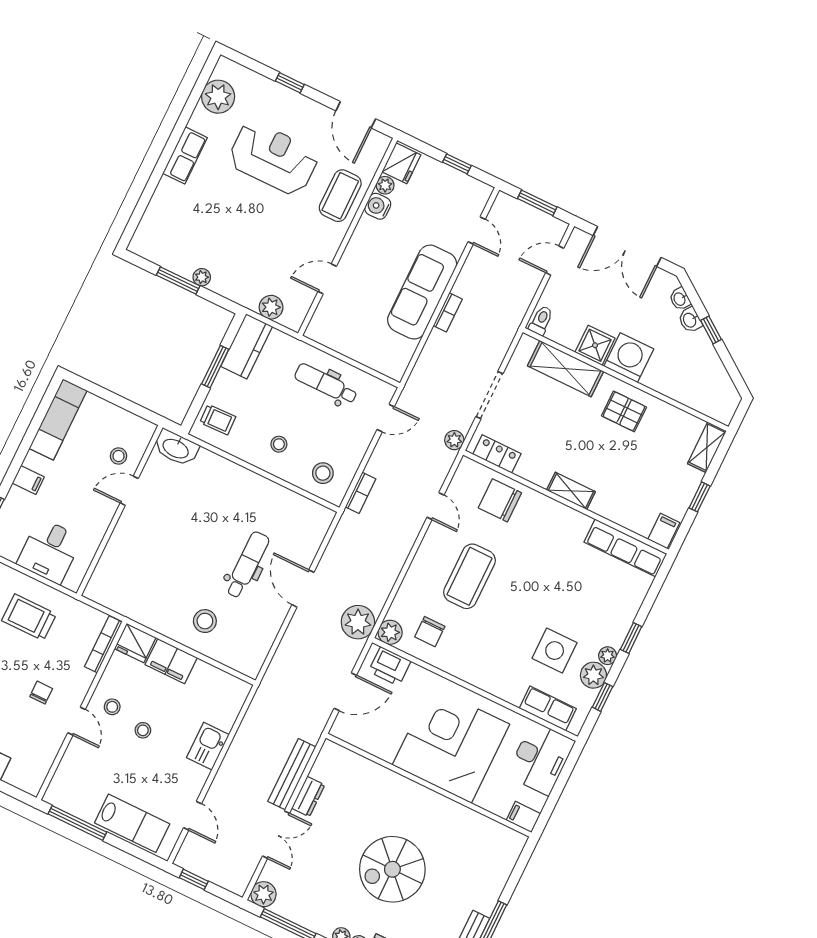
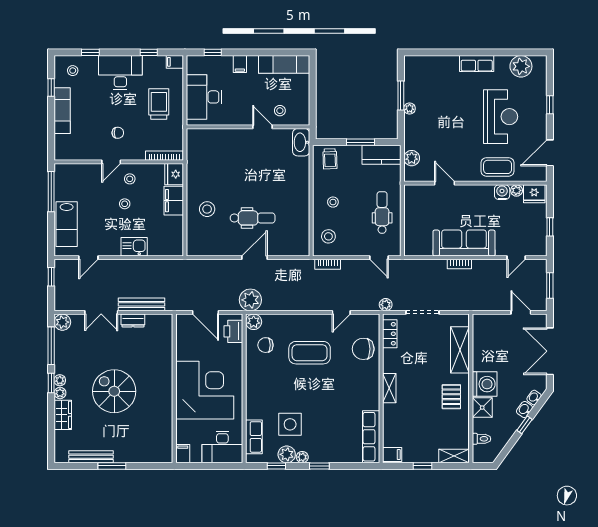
toilet: (541, 320) -> (481, 439), moved
shower: (595, 345) -> (482, 408), moved
chair: (500, 500) -> (363, 349), turned -90
desk: (49, 551) -> (204, 97), width x1.37

